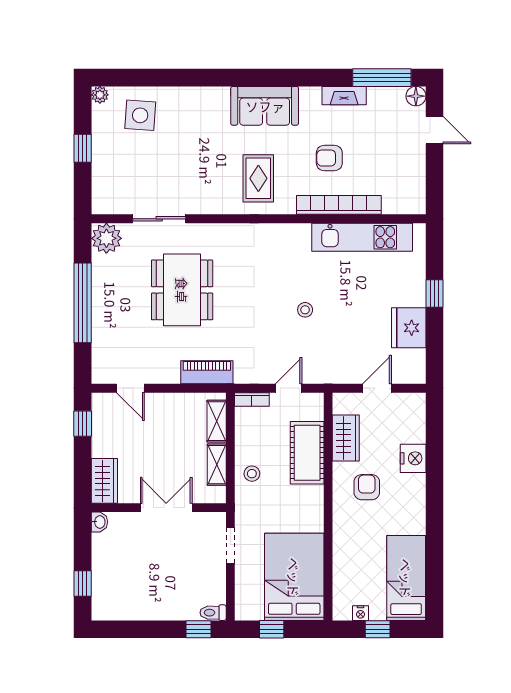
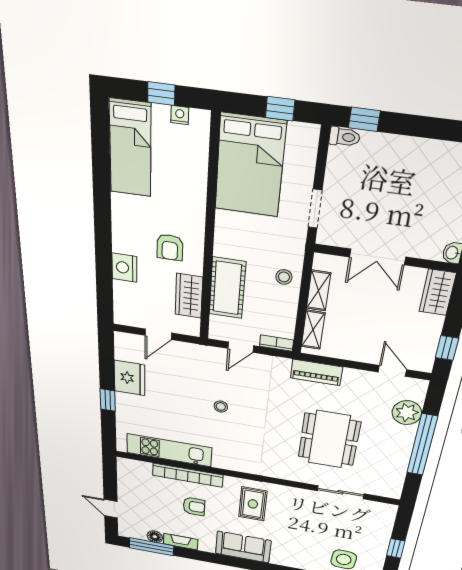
floor lamp: (416, 96) -> (155, 537), moved
plant: (106, 238) -> (407, 413), moved

